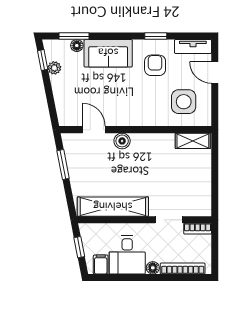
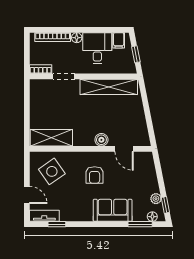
window: (156, 36) -> (57, 224), moved
floor lamp: (77, 46) -> (152, 217), moved
armchair: (155, 65) -> (95, 175), moved
side table: (184, 102) -> (52, 171), turned -35
shelving: (193, 141) -> (51, 138), width x1.50, depth x1.33
window: (63, 165) -> (149, 121), removed

